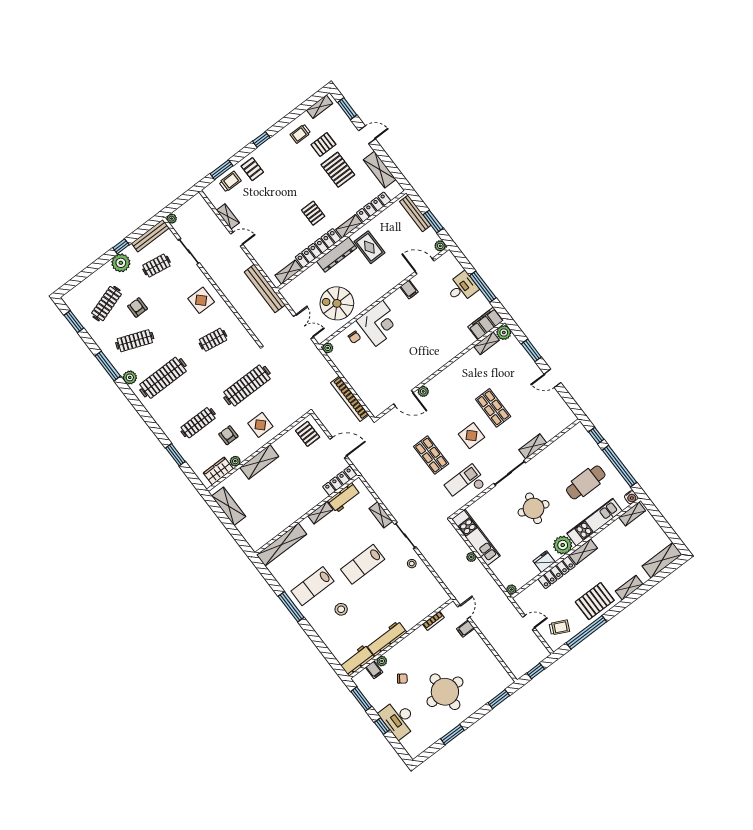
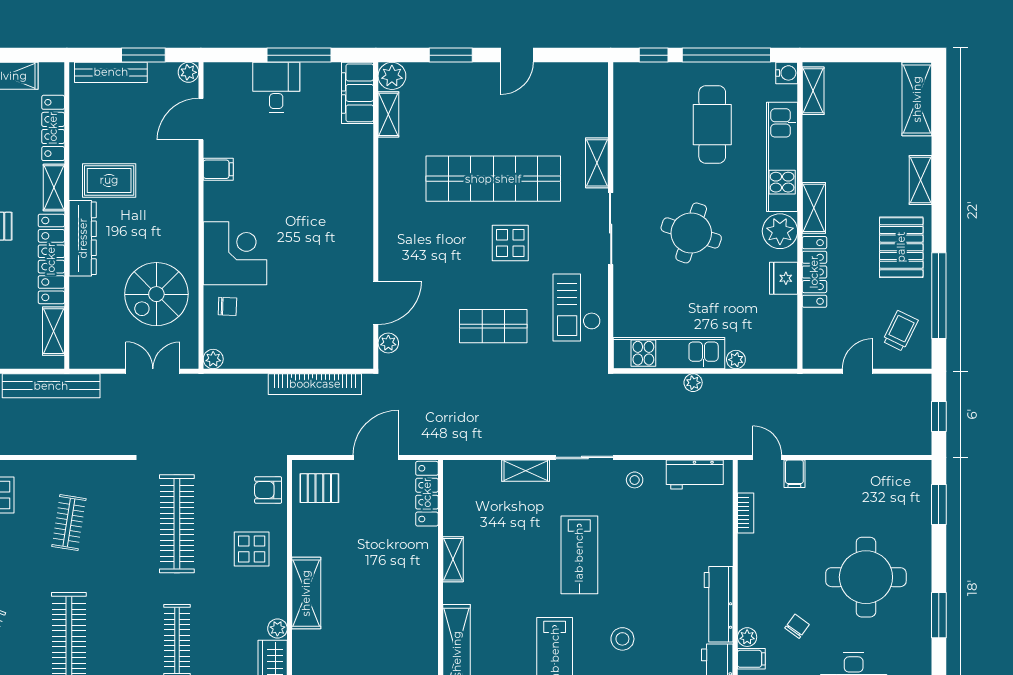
plant: (423, 391) -> (388, 343), moved
shop shelf: (493, 408) -> (493, 179), width x2.00, depth x1.36
armchair: (228, 435) -> (268, 490), moved
workbench: (344, 498) -> (695, 475), moved, turned 90
plant: (511, 590) -> (736, 360), moved

